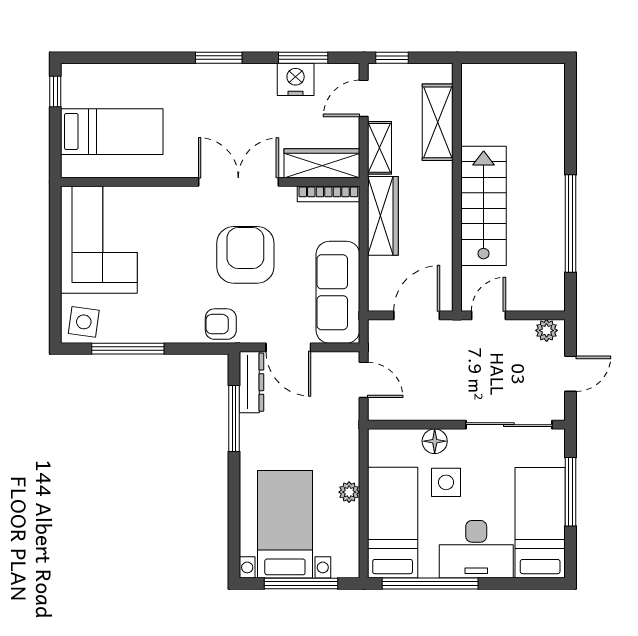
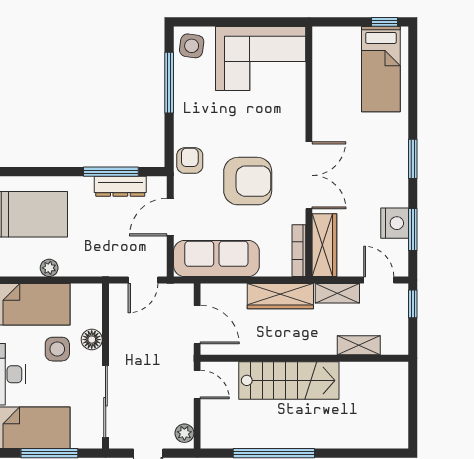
shelving: (438, 122) -> (359, 345), width x0.67, depth x0.75
bed: (112, 132) -> (381, 69), moved
dresser: (251, 382) -> (120, 186), moved

